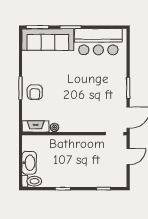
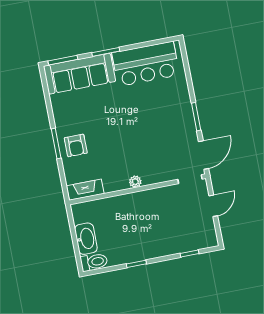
plant: (54, 128) -> (135, 182), moved

